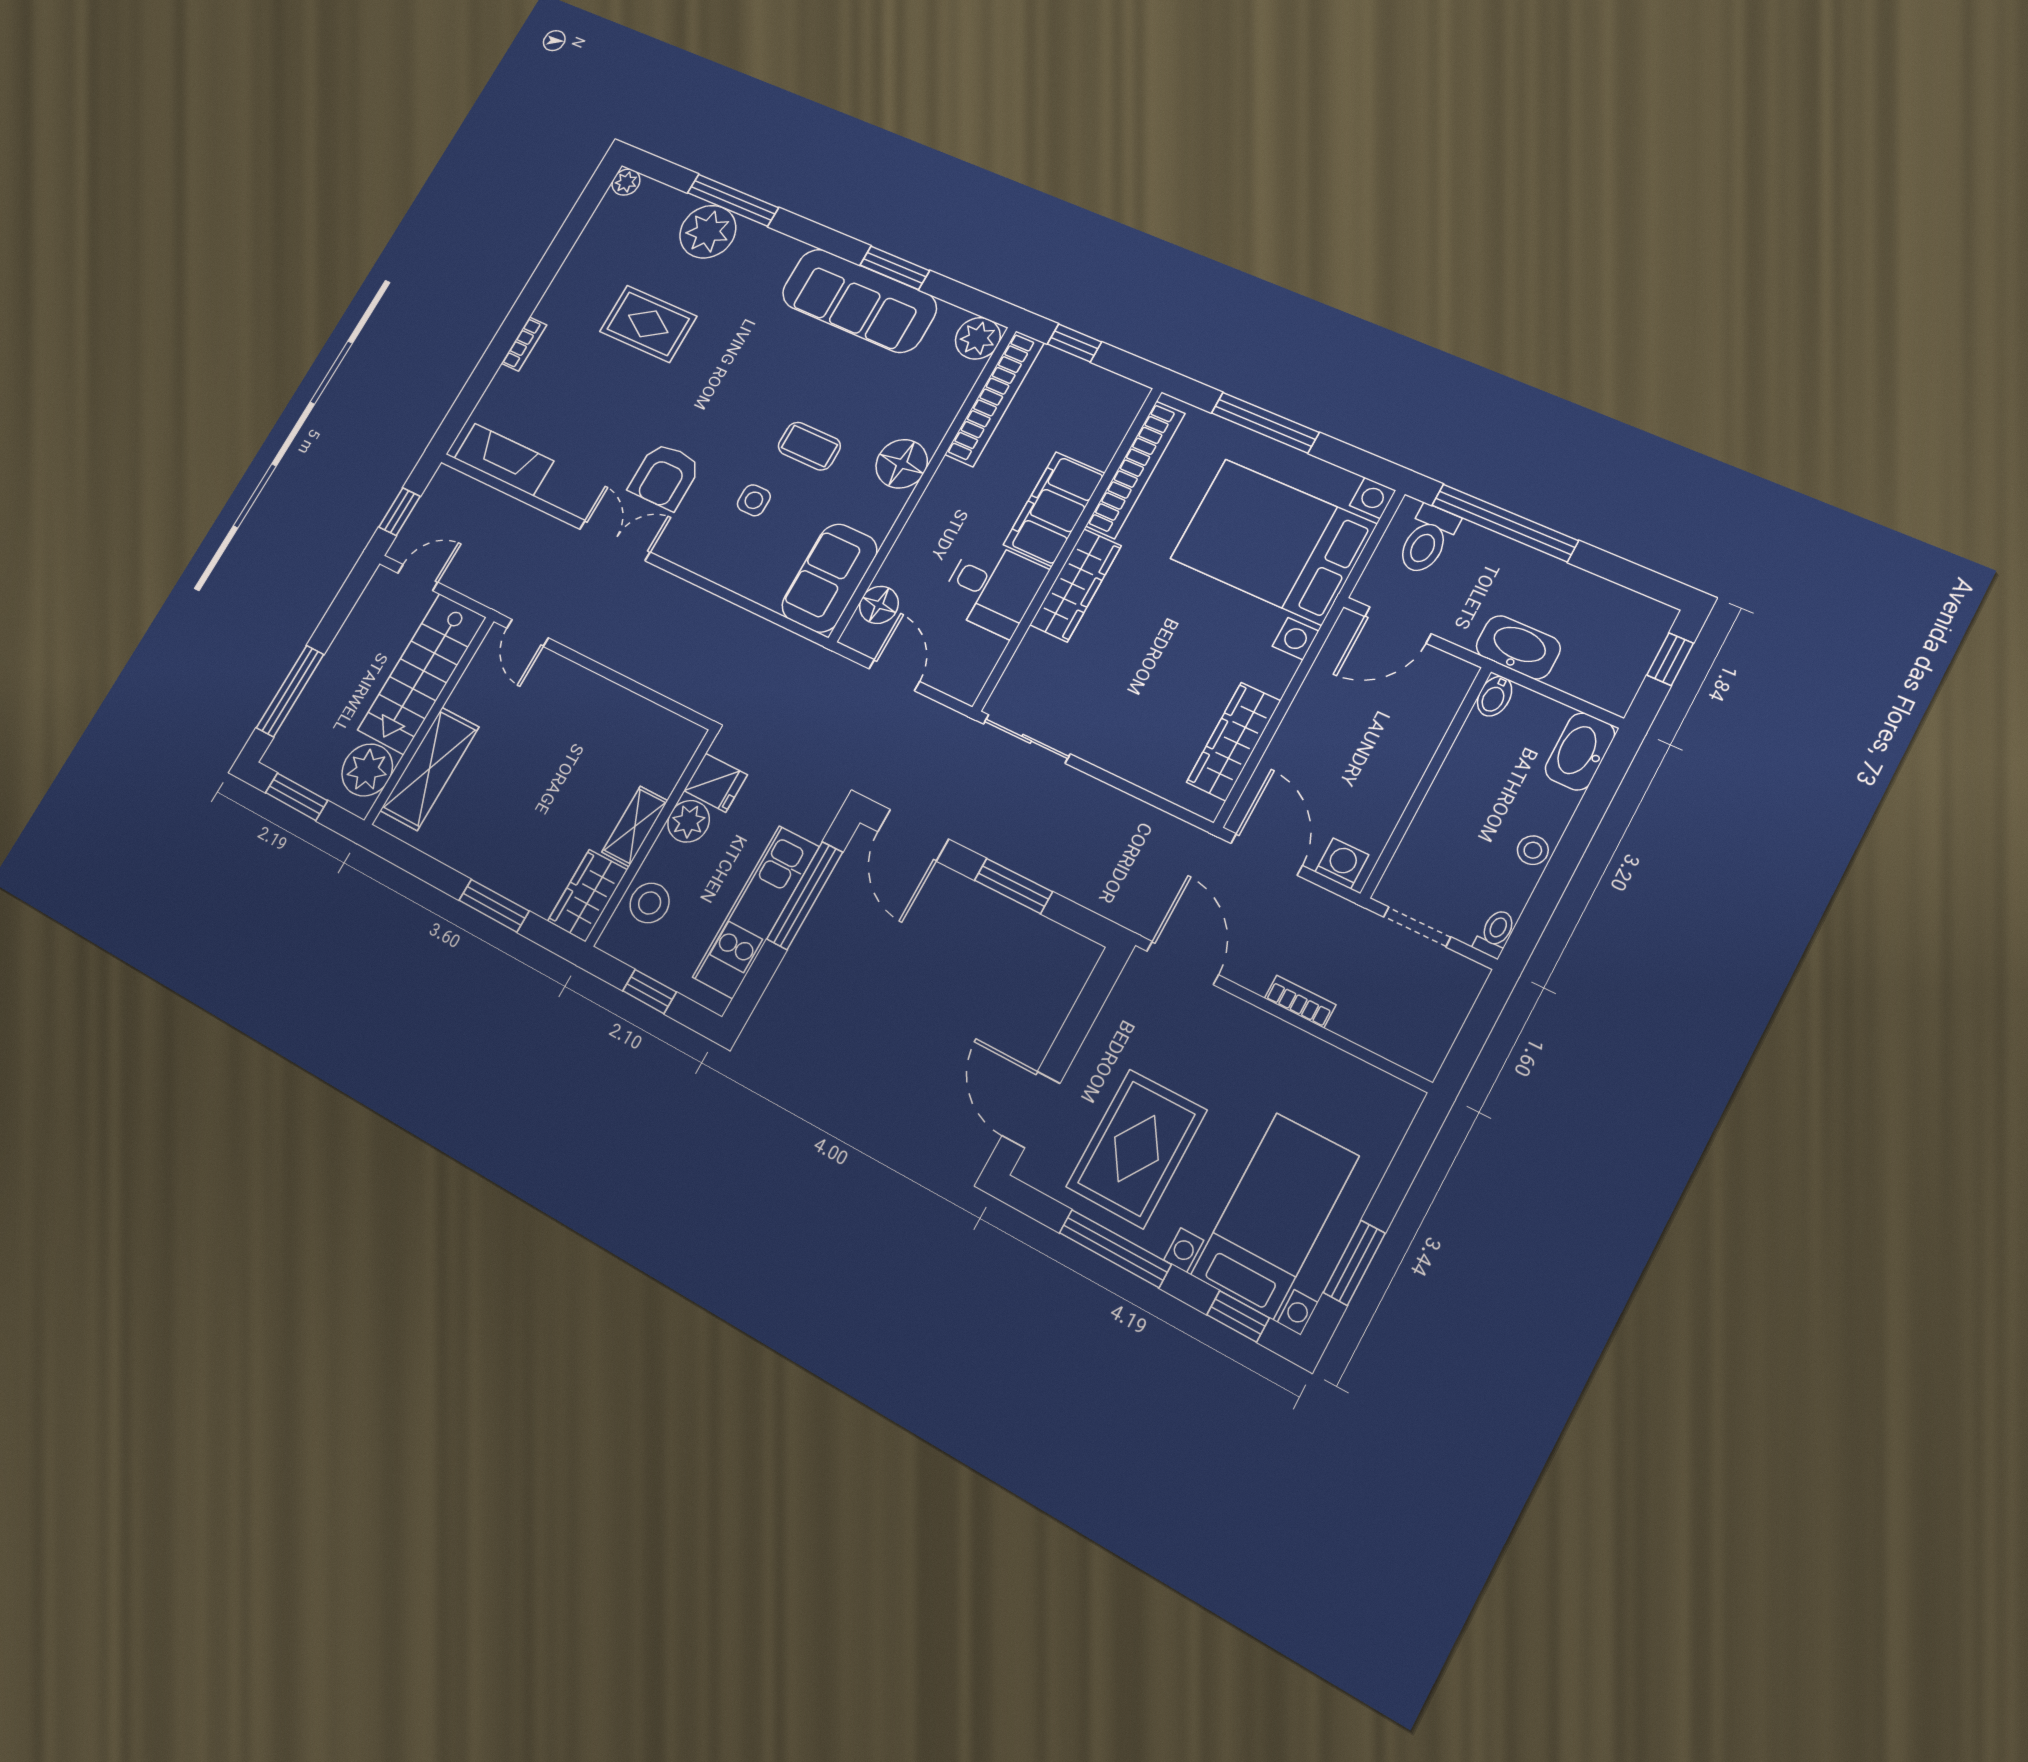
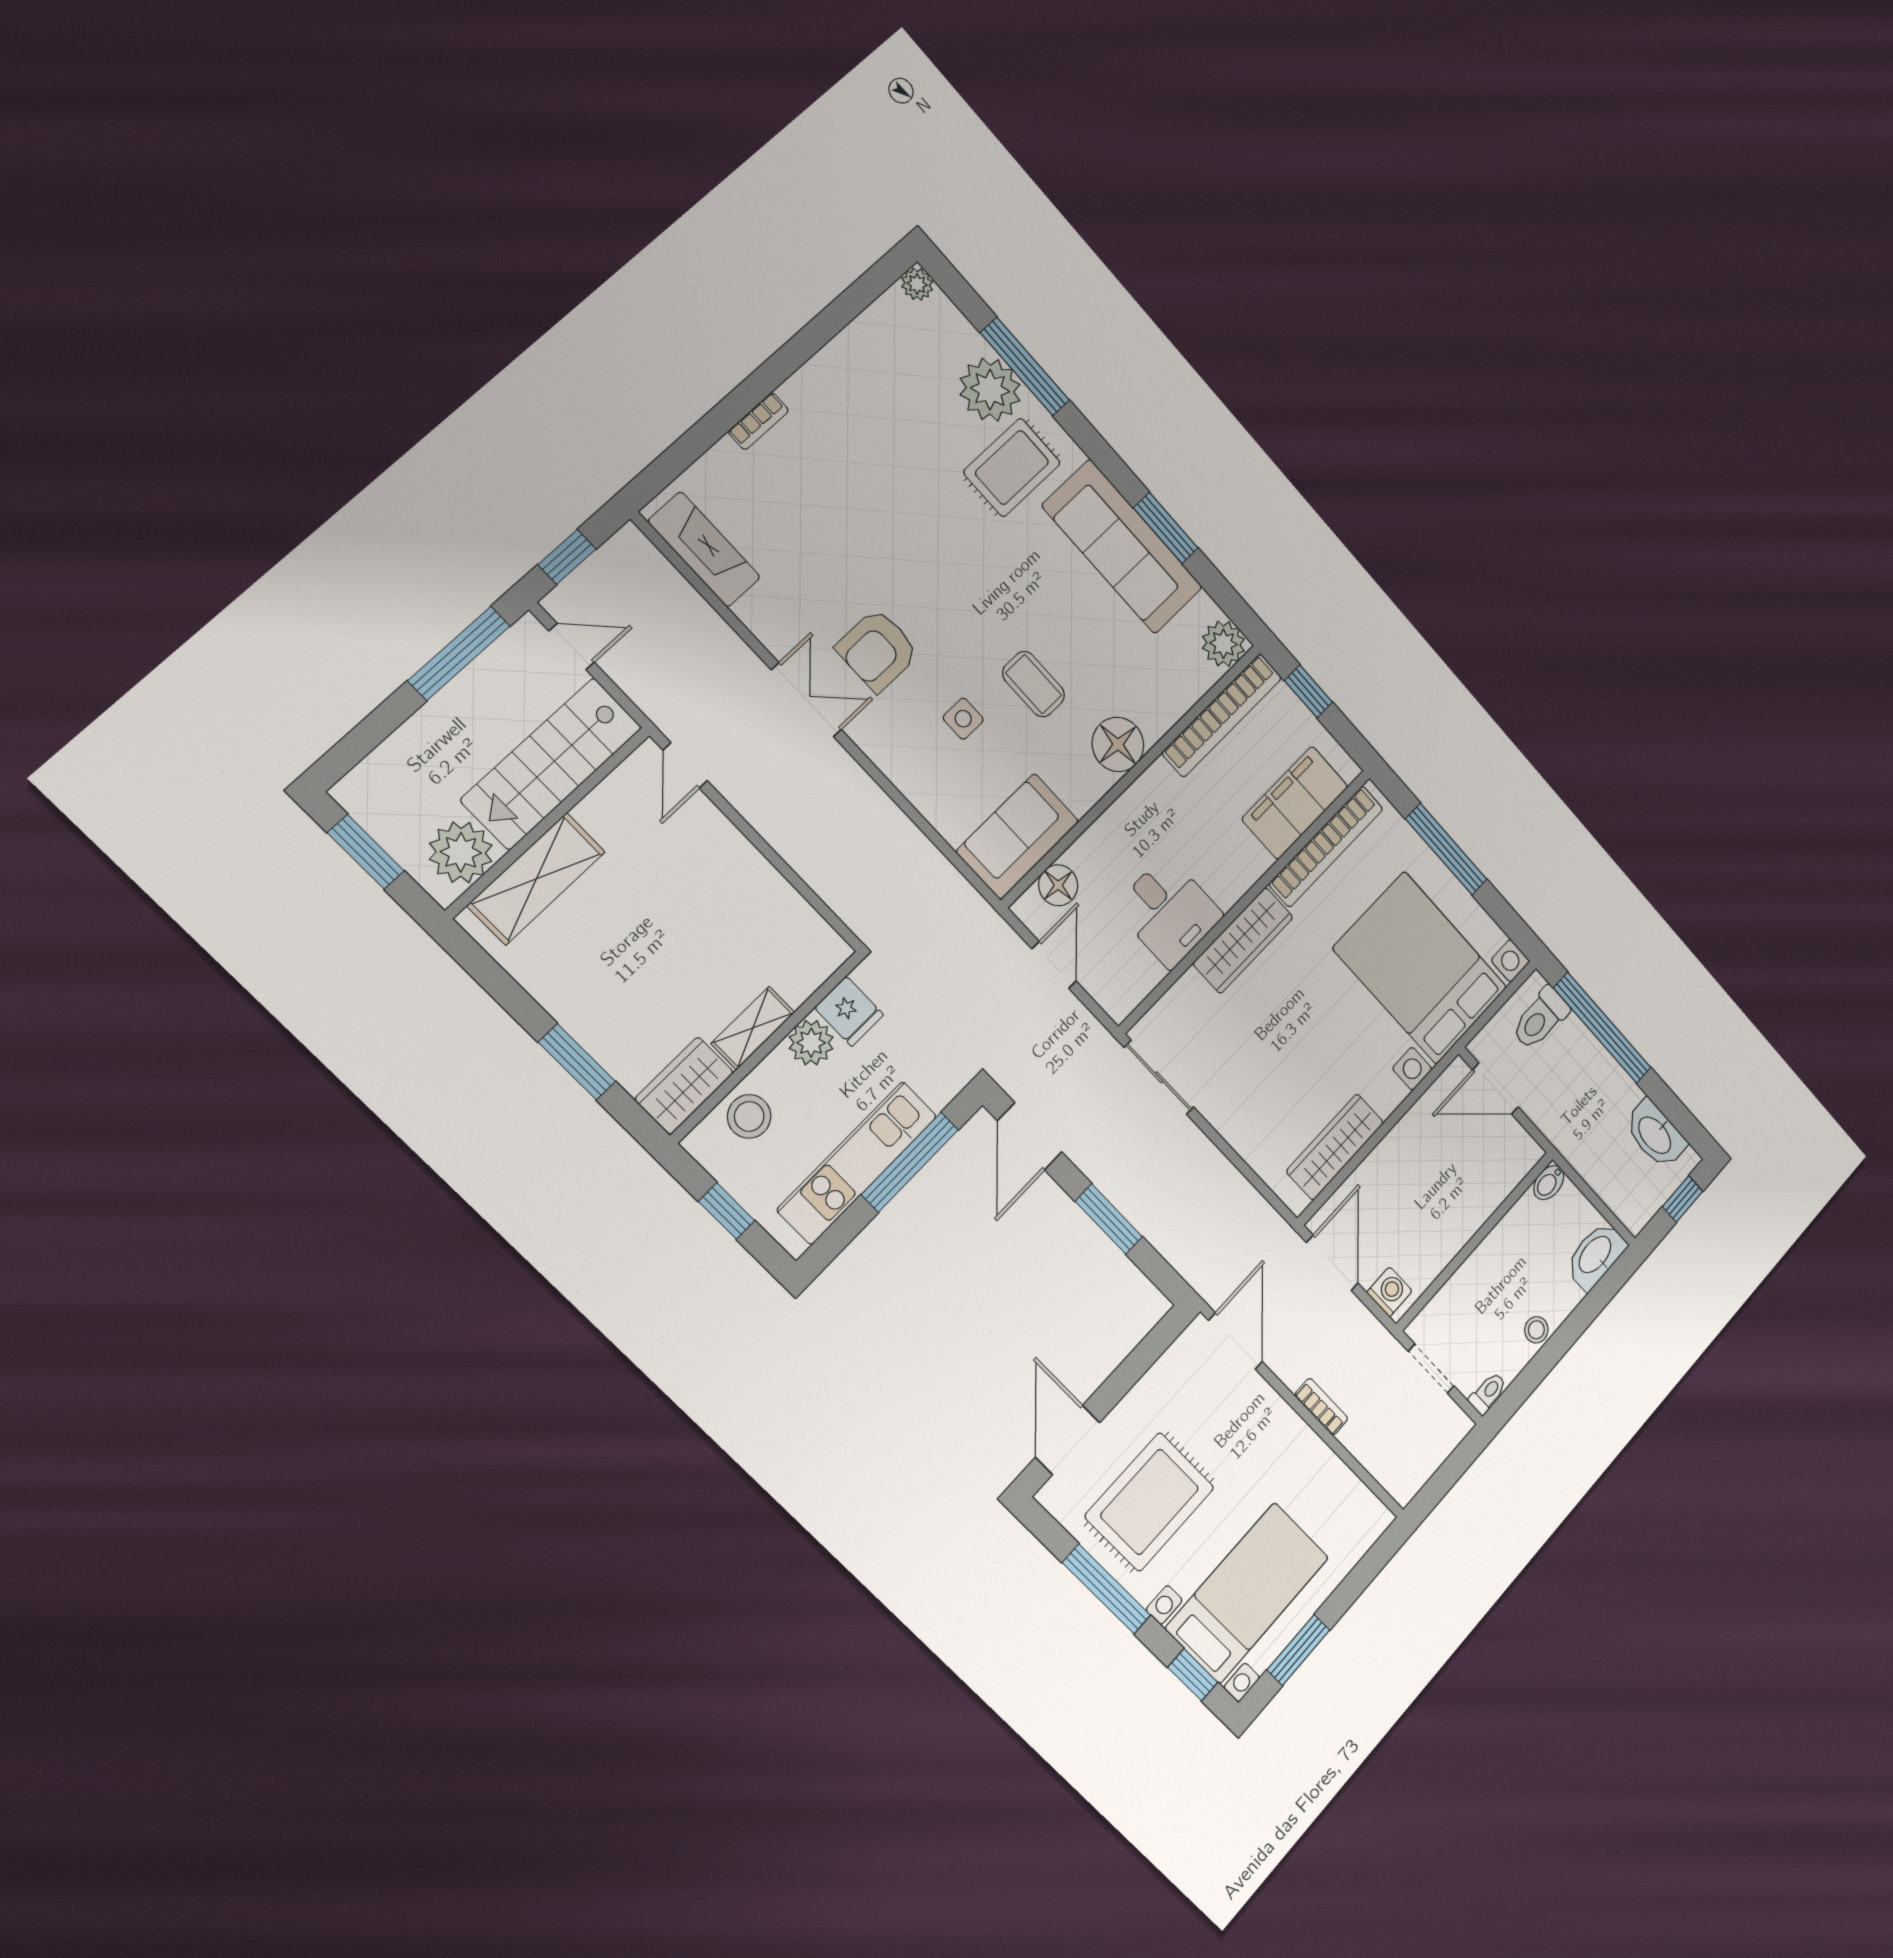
rug: (648, 324) -> (1012, 467), moved, turned 90
filing cabinet: (1054, 509) -> (1295, 803), moved
washbasin: (1518, 647) -> (1655, 1134), moved, turned 180
window: (290, 691) -> (459, 653), moved

